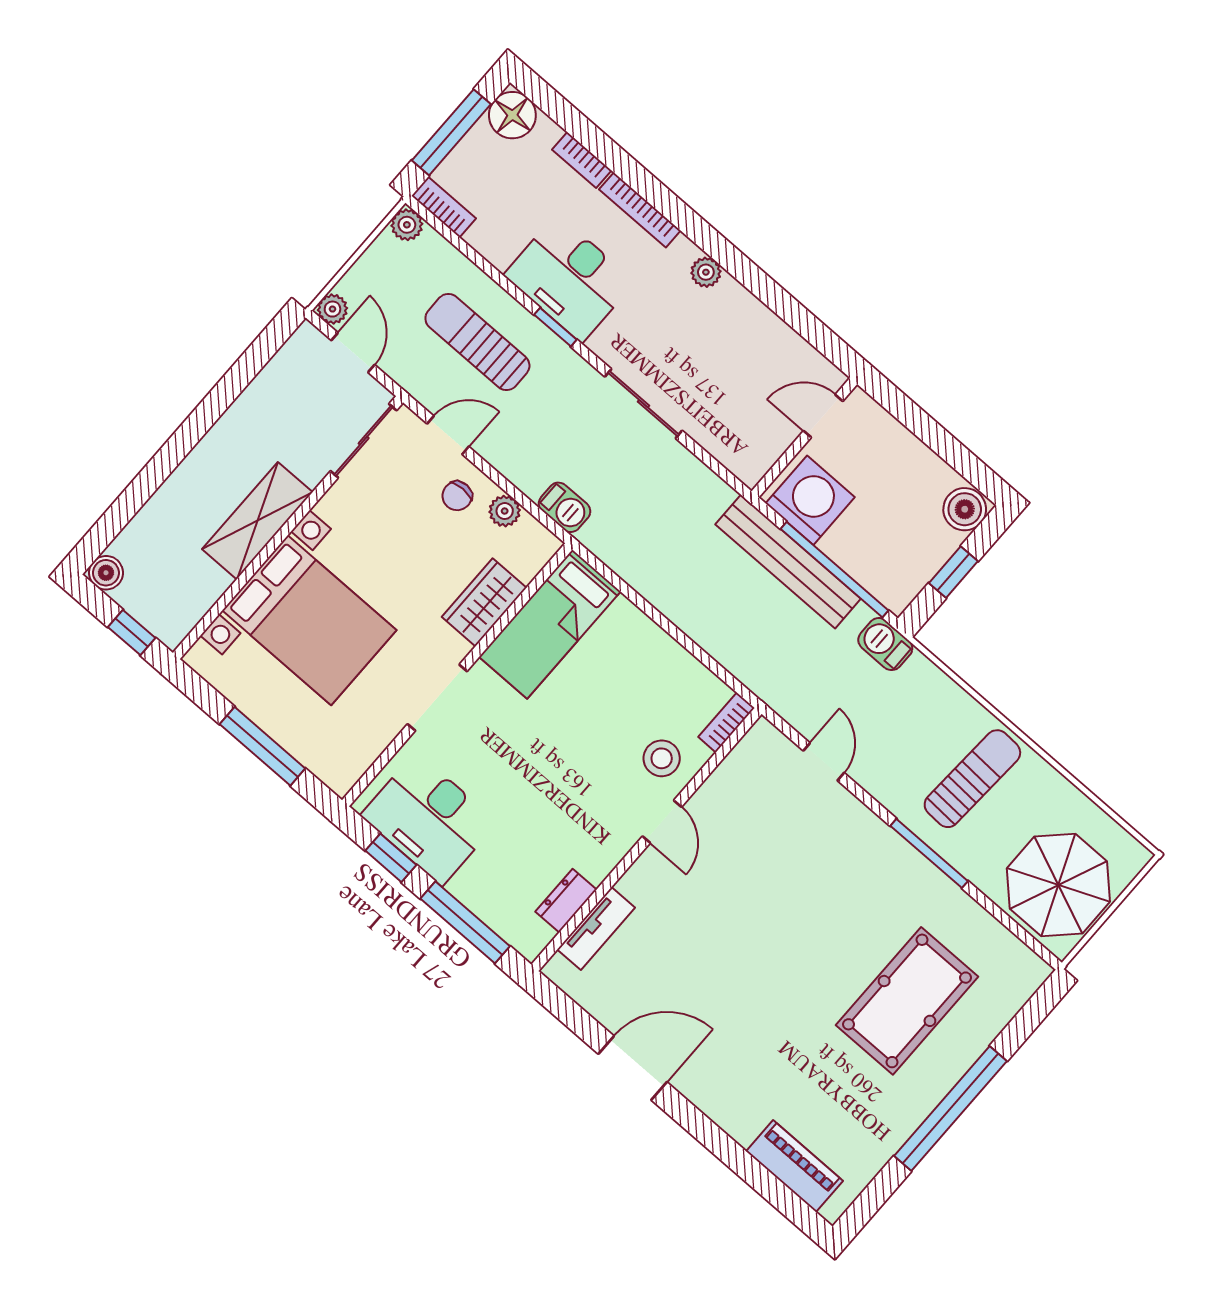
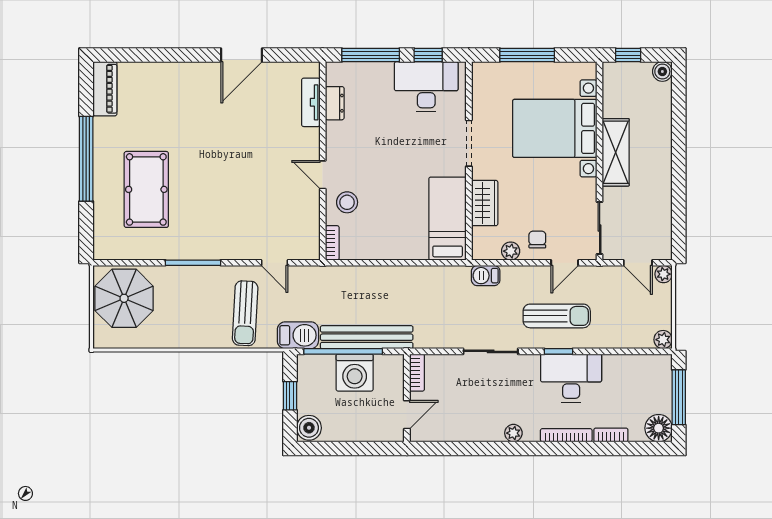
bookcase: (444, 207) -> (417, 373), moved, turned -90
sun lounger: (477, 342) -> (557, 316), moved
washing machine: (810, 500) -> (355, 373), moved
barbecue: (885, 644) -> (298, 335), width x1.38, depth x1.27
sun lounger: (972, 779) -> (245, 313), moved
piano: (794, 1166) -> (105, 89), moved, turned -90

